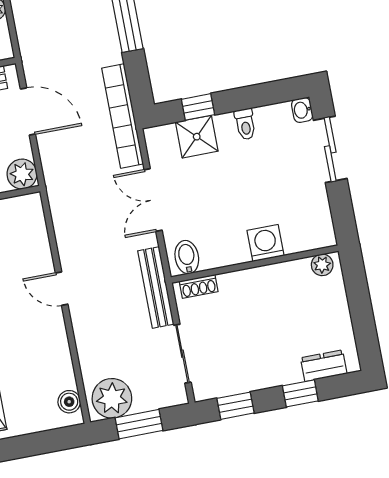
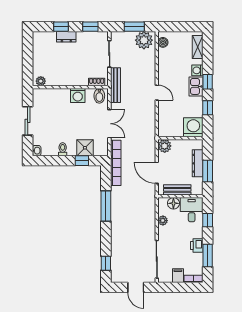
sliding door: (330, 149) -> (28, 121), moved
washing machine: (266, 243) -> (78, 95), moved
dresser: (324, 366) -> (66, 37), moved

